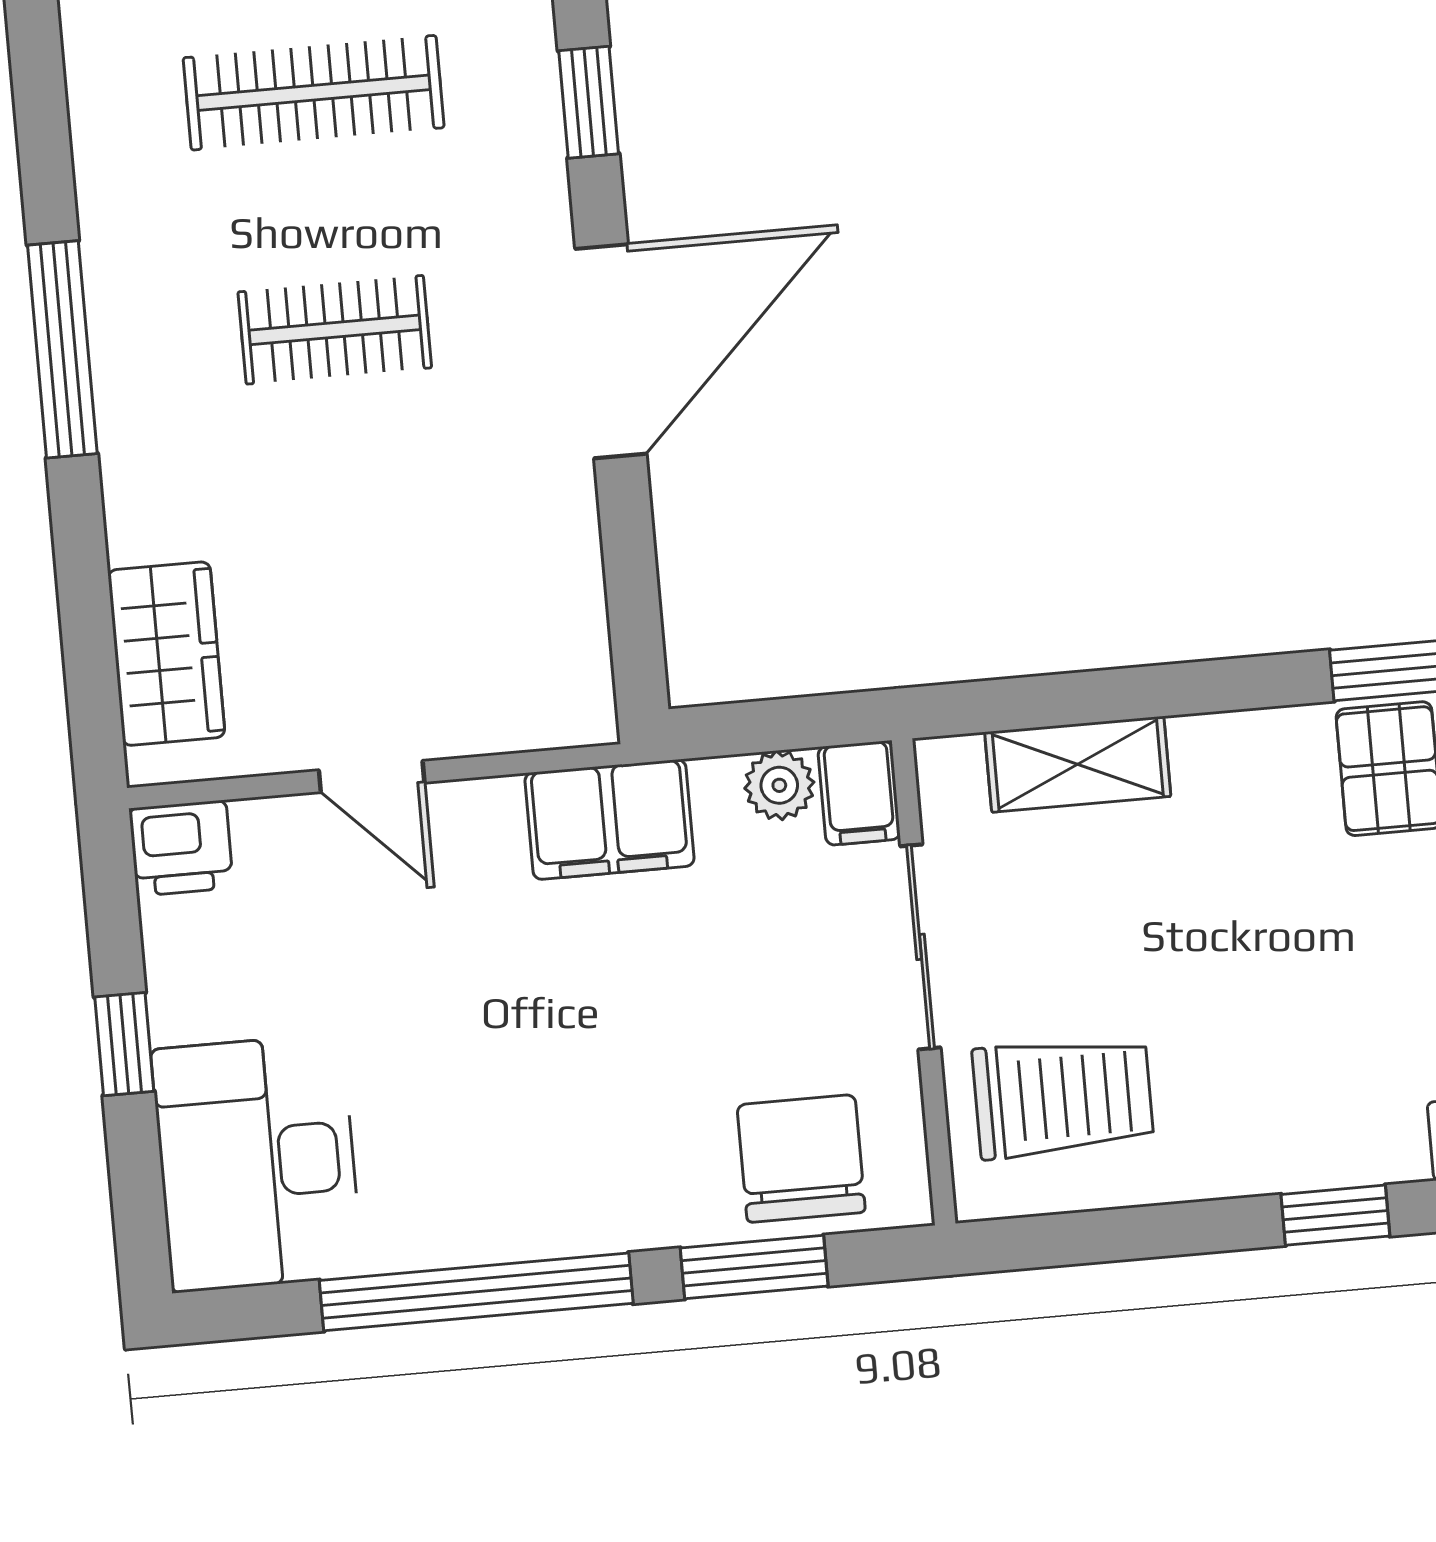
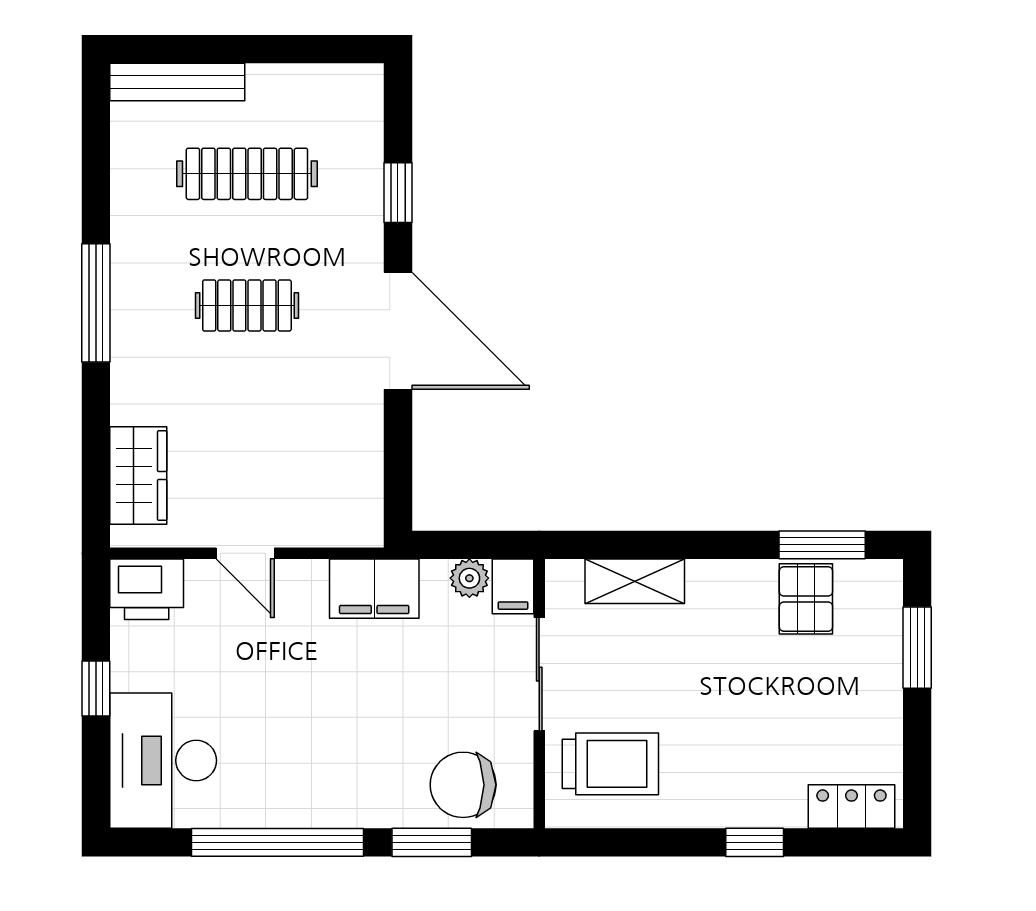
door: (611, 351) -> (398, 331), hinge flipped
printer: (181, 848) -> (147, 589), width x1.36, depth x1.24
chair: (801, 1159) -> (463, 785), turned -90

